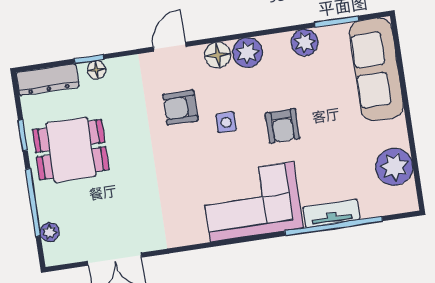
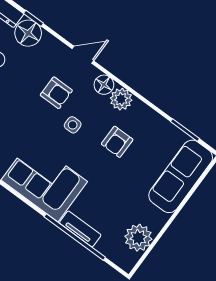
plant: (305, 42) -> (157, 124), removed
floor lamp: (96, 70) -> (28, 33), width x1.89, depth x1.89
armchair: (180, 108) -> (56, 93), turned 180
armchair: (282, 126) -> (117, 142), moved

